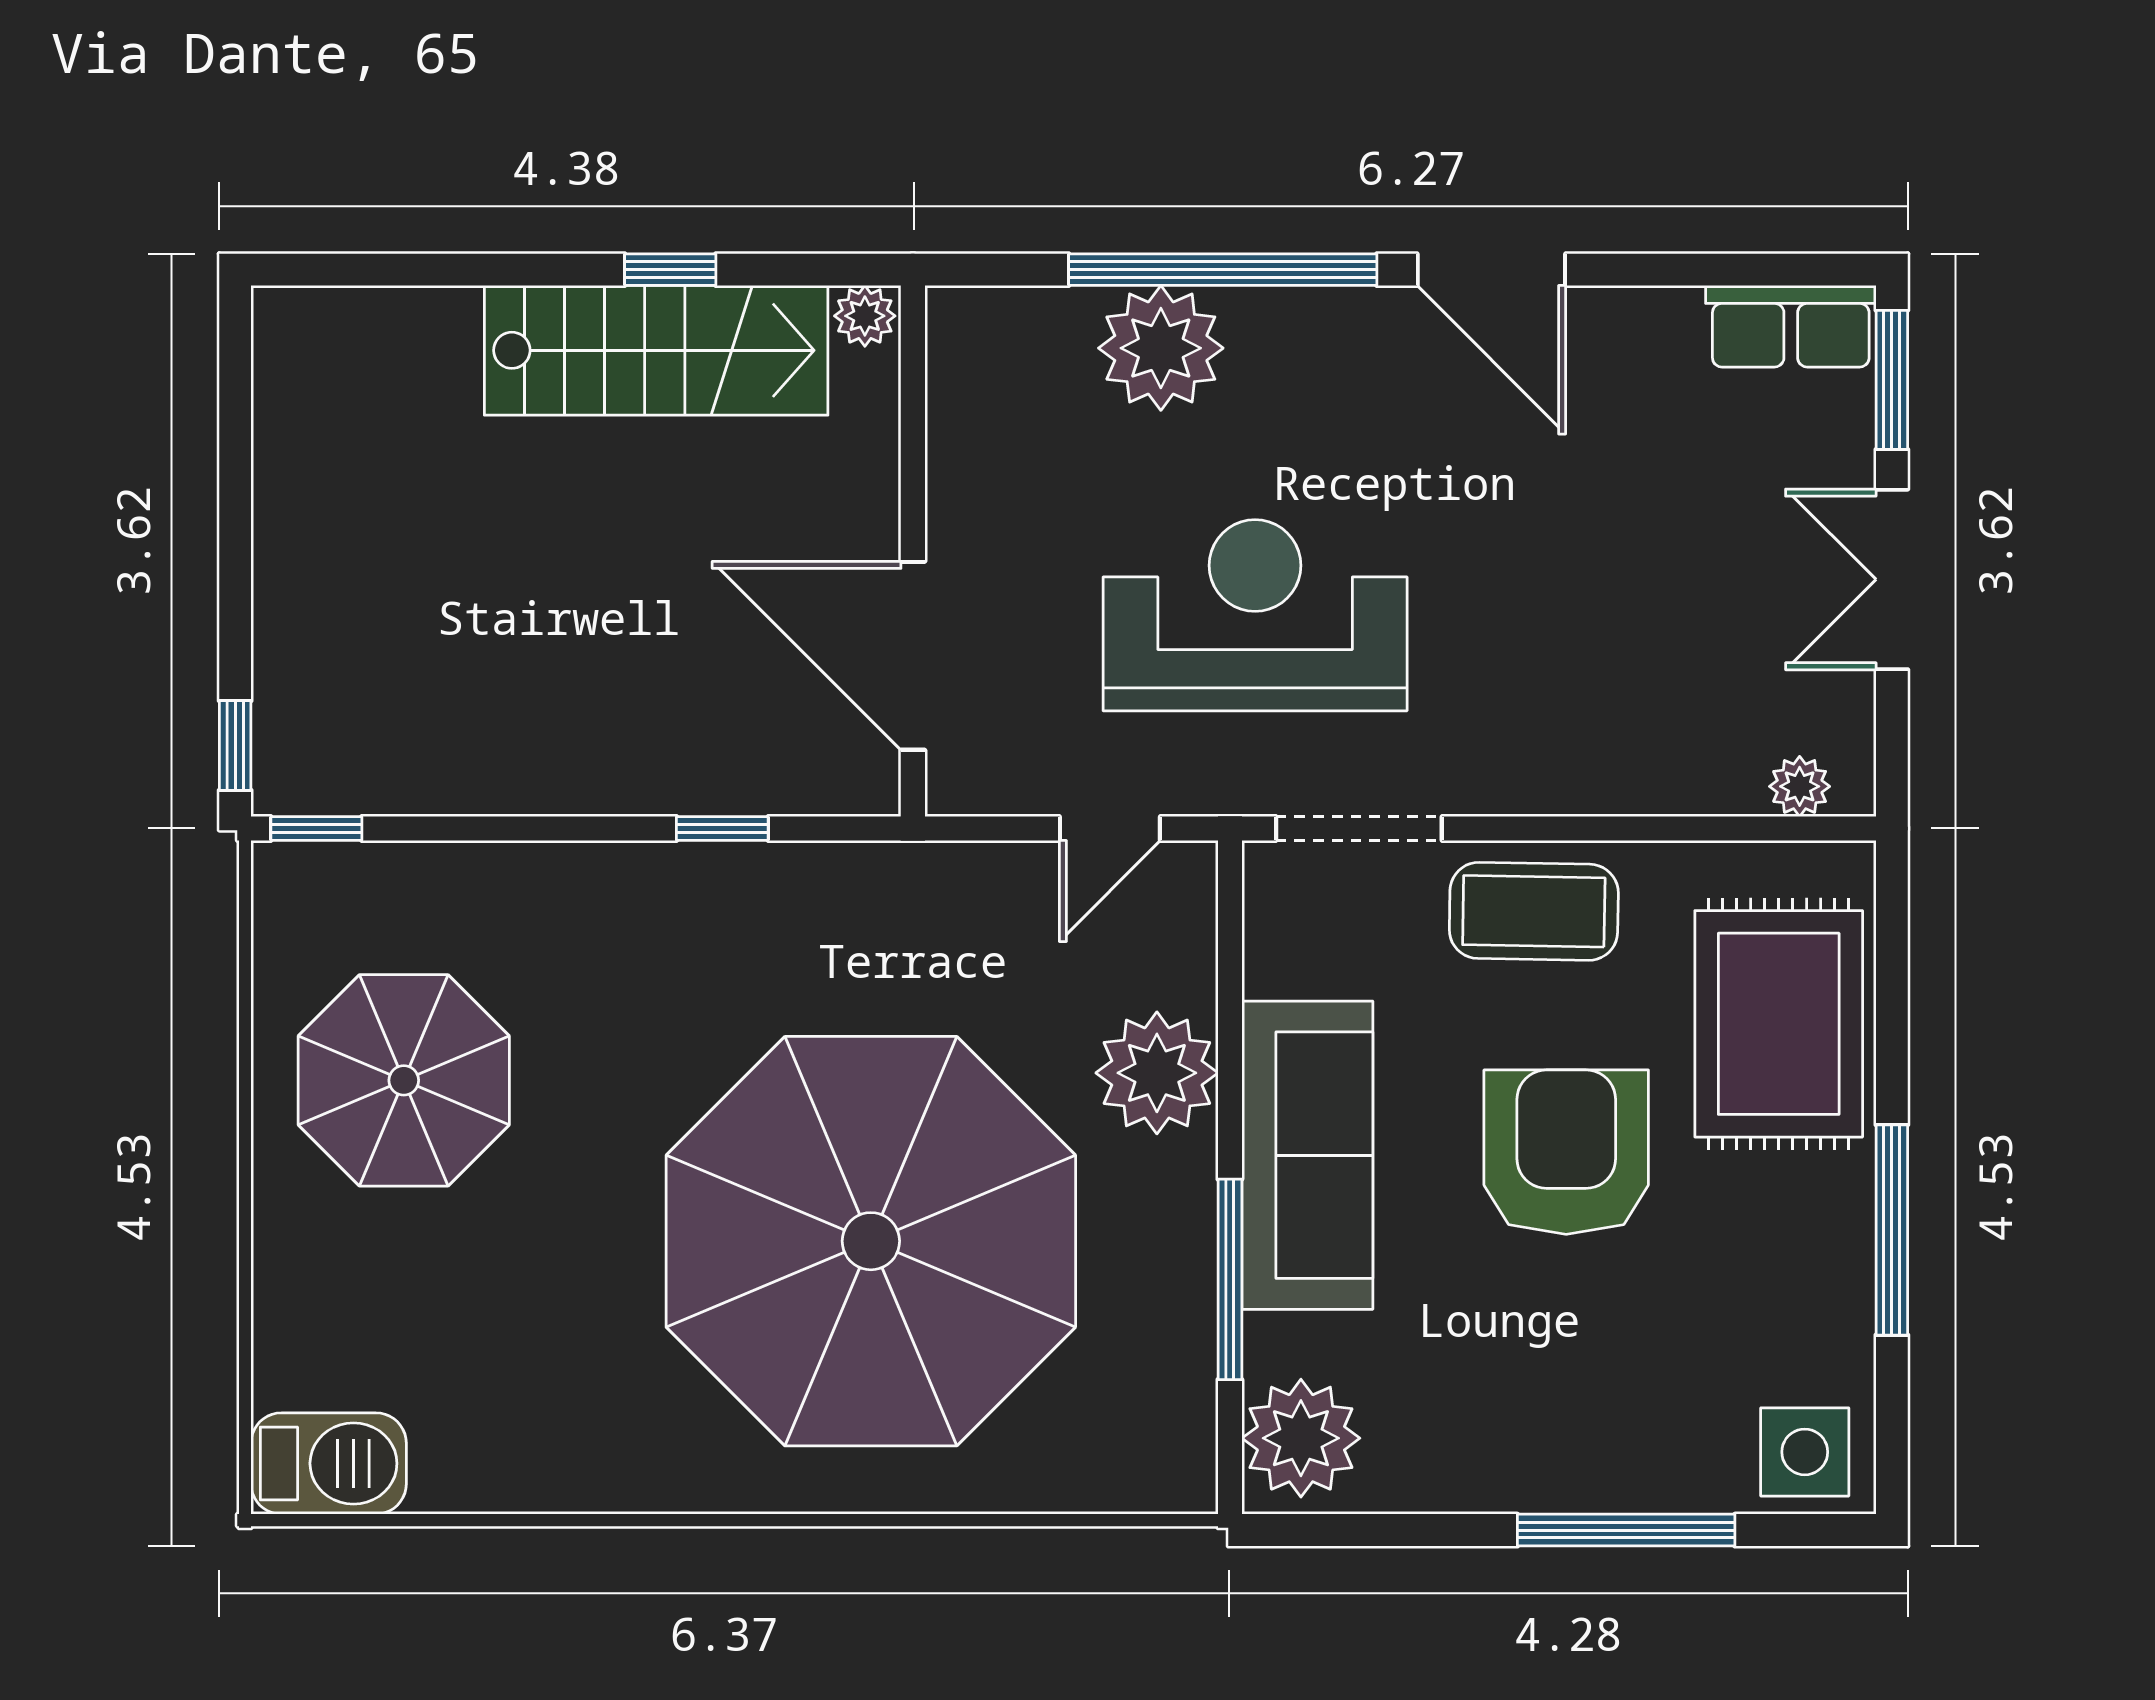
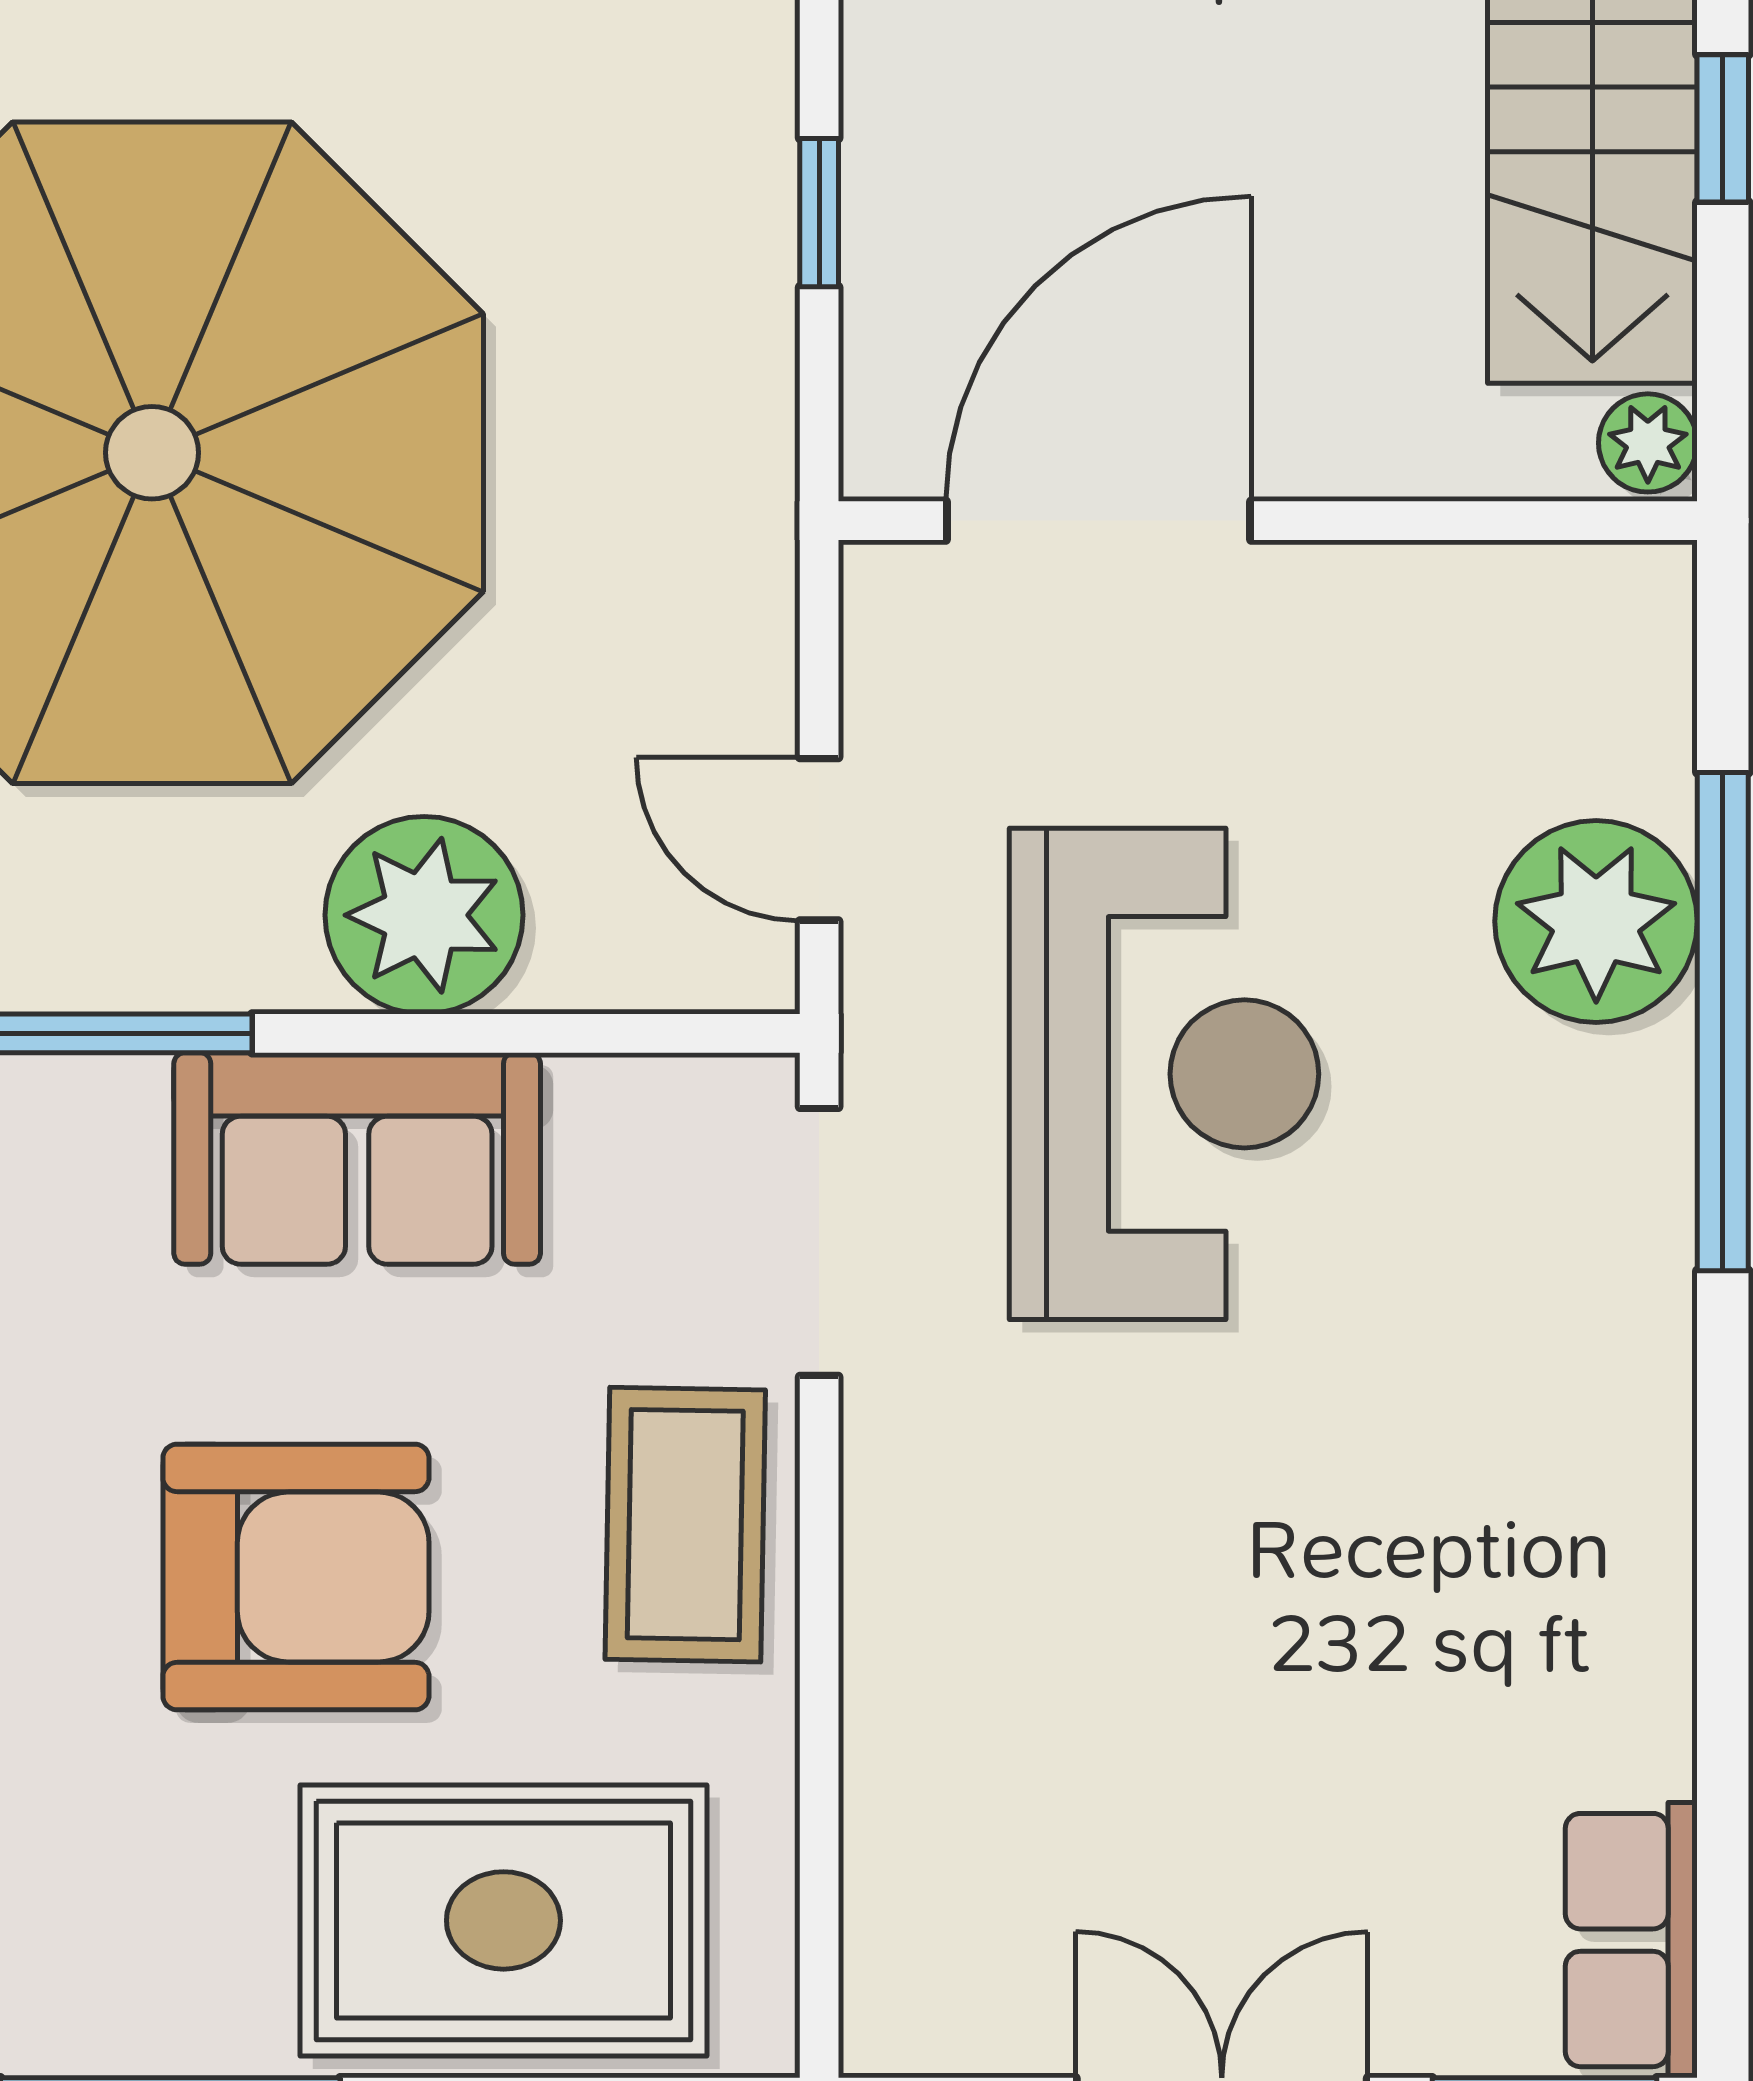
door: (1491, 270) -> (1723, 1456), removed
plant: (1800, 786) -> (887, 1954), removed
sofa: (1307, 1155) -> (357, 1158), width x0.73

